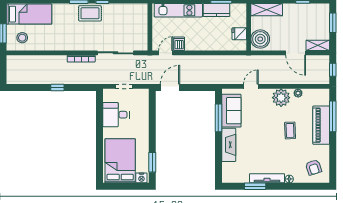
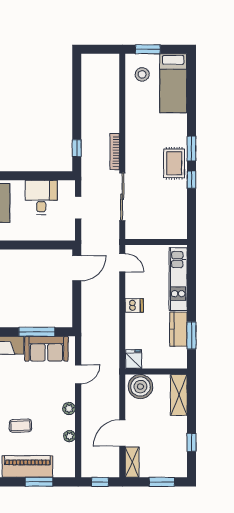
fridge: (239, 34) -> (134, 359), moved
dishwasher: (179, 44) -> (134, 305), moved
door: (251, 86) -> (78, 374), hinge flipped
window: (57, 88) -> (77, 148), moved
door: (170, 88) -> (77, 268), hinge flipped
plant: (281, 98) -> (69, 409), width x0.53, depth x0.53
window: (333, 116) -> (39, 482), width x0.69

